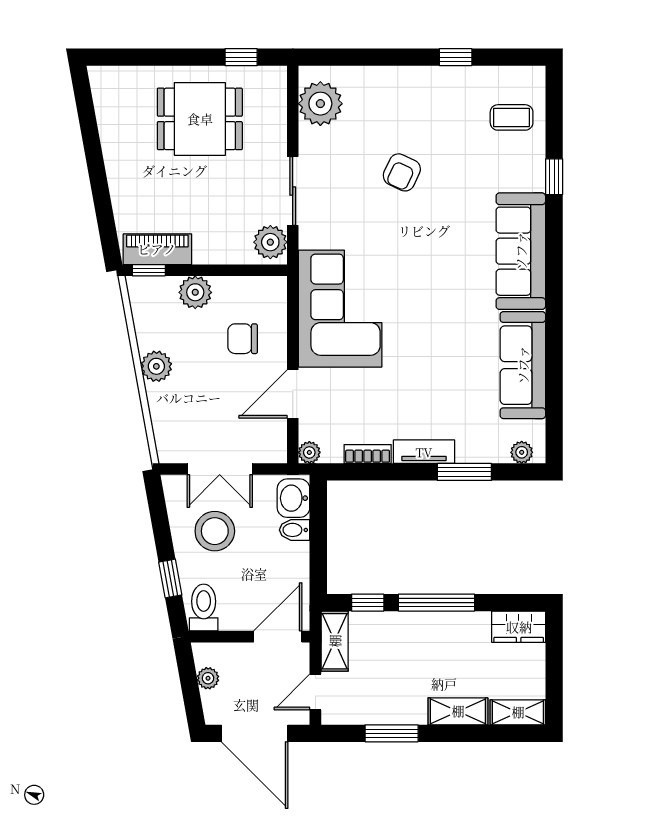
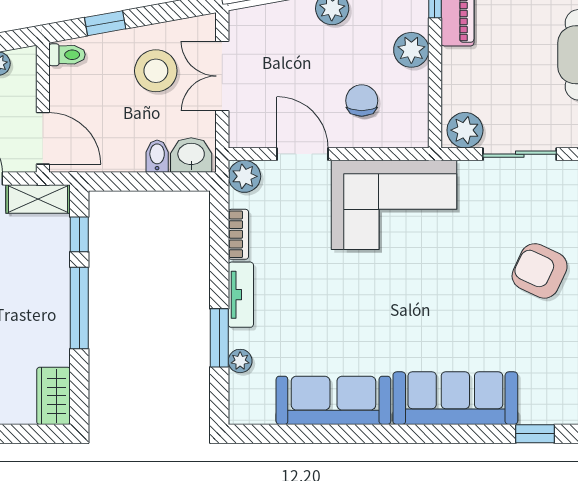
armchair: (402, 172) -> (540, 271), width x1.38, depth x1.38
plant: (309, 452) -> (244, 176), width x1.38, depth x1.38
plant: (522, 452) -> (240, 361), moved
toilet: (204, 608) -> (67, 55), width x0.73, depth x0.72

